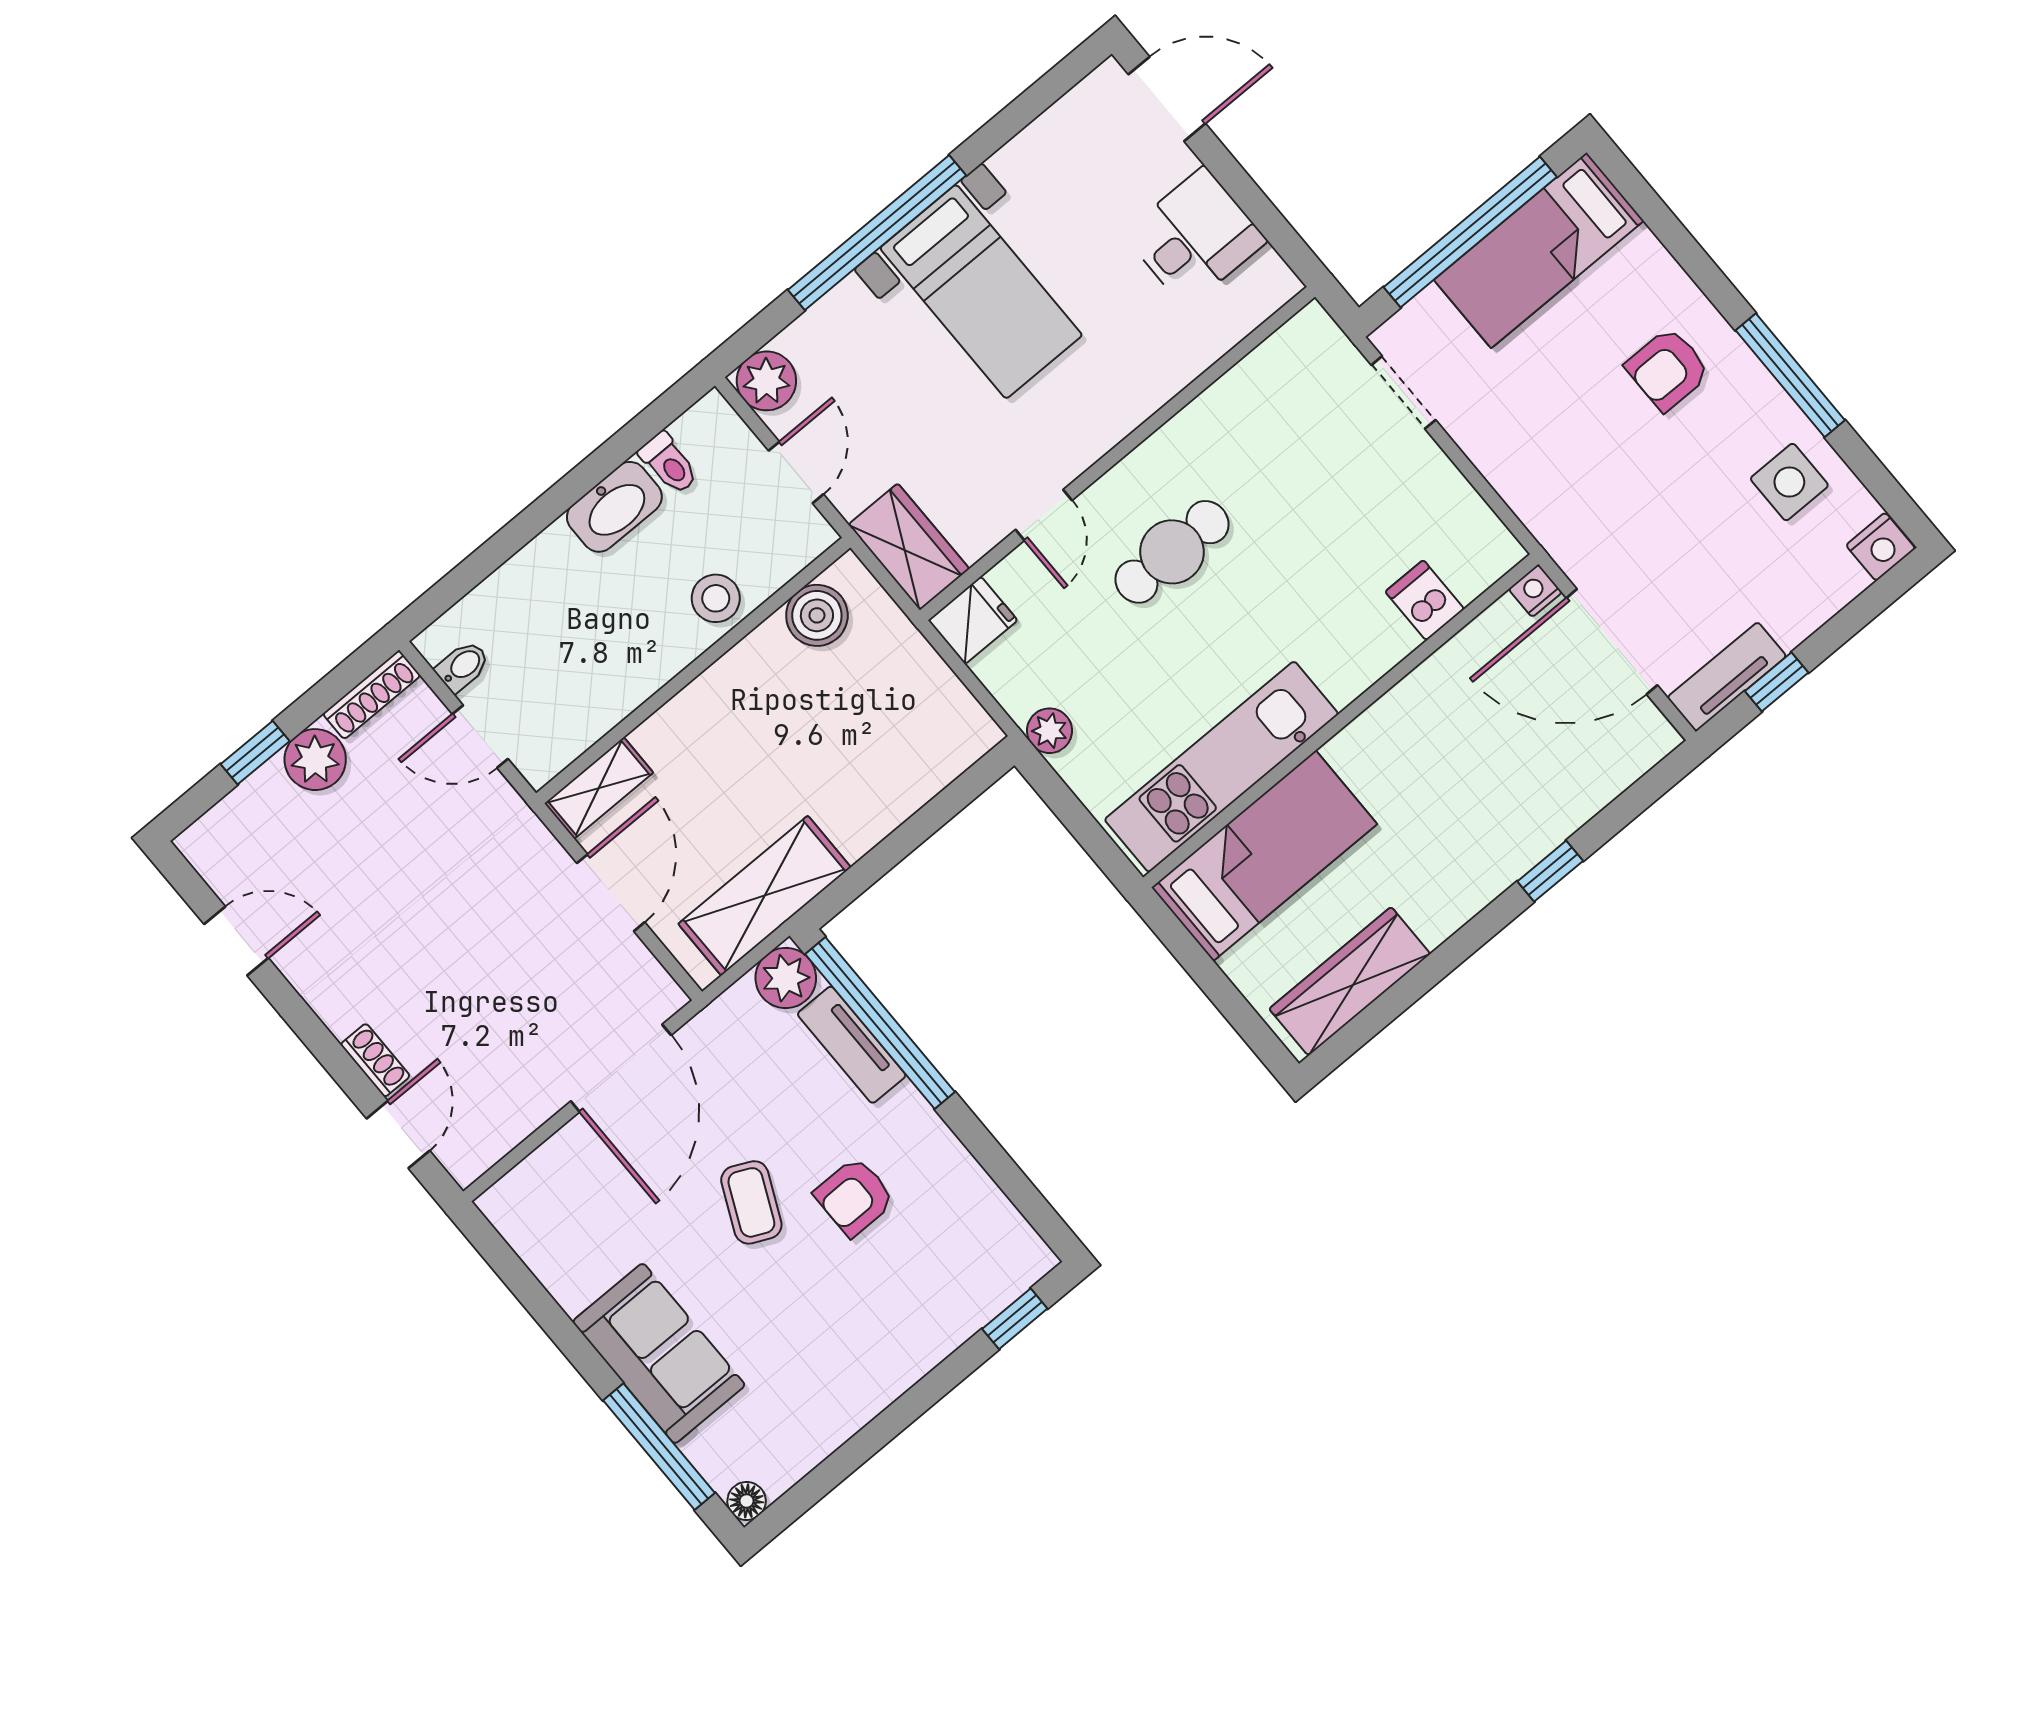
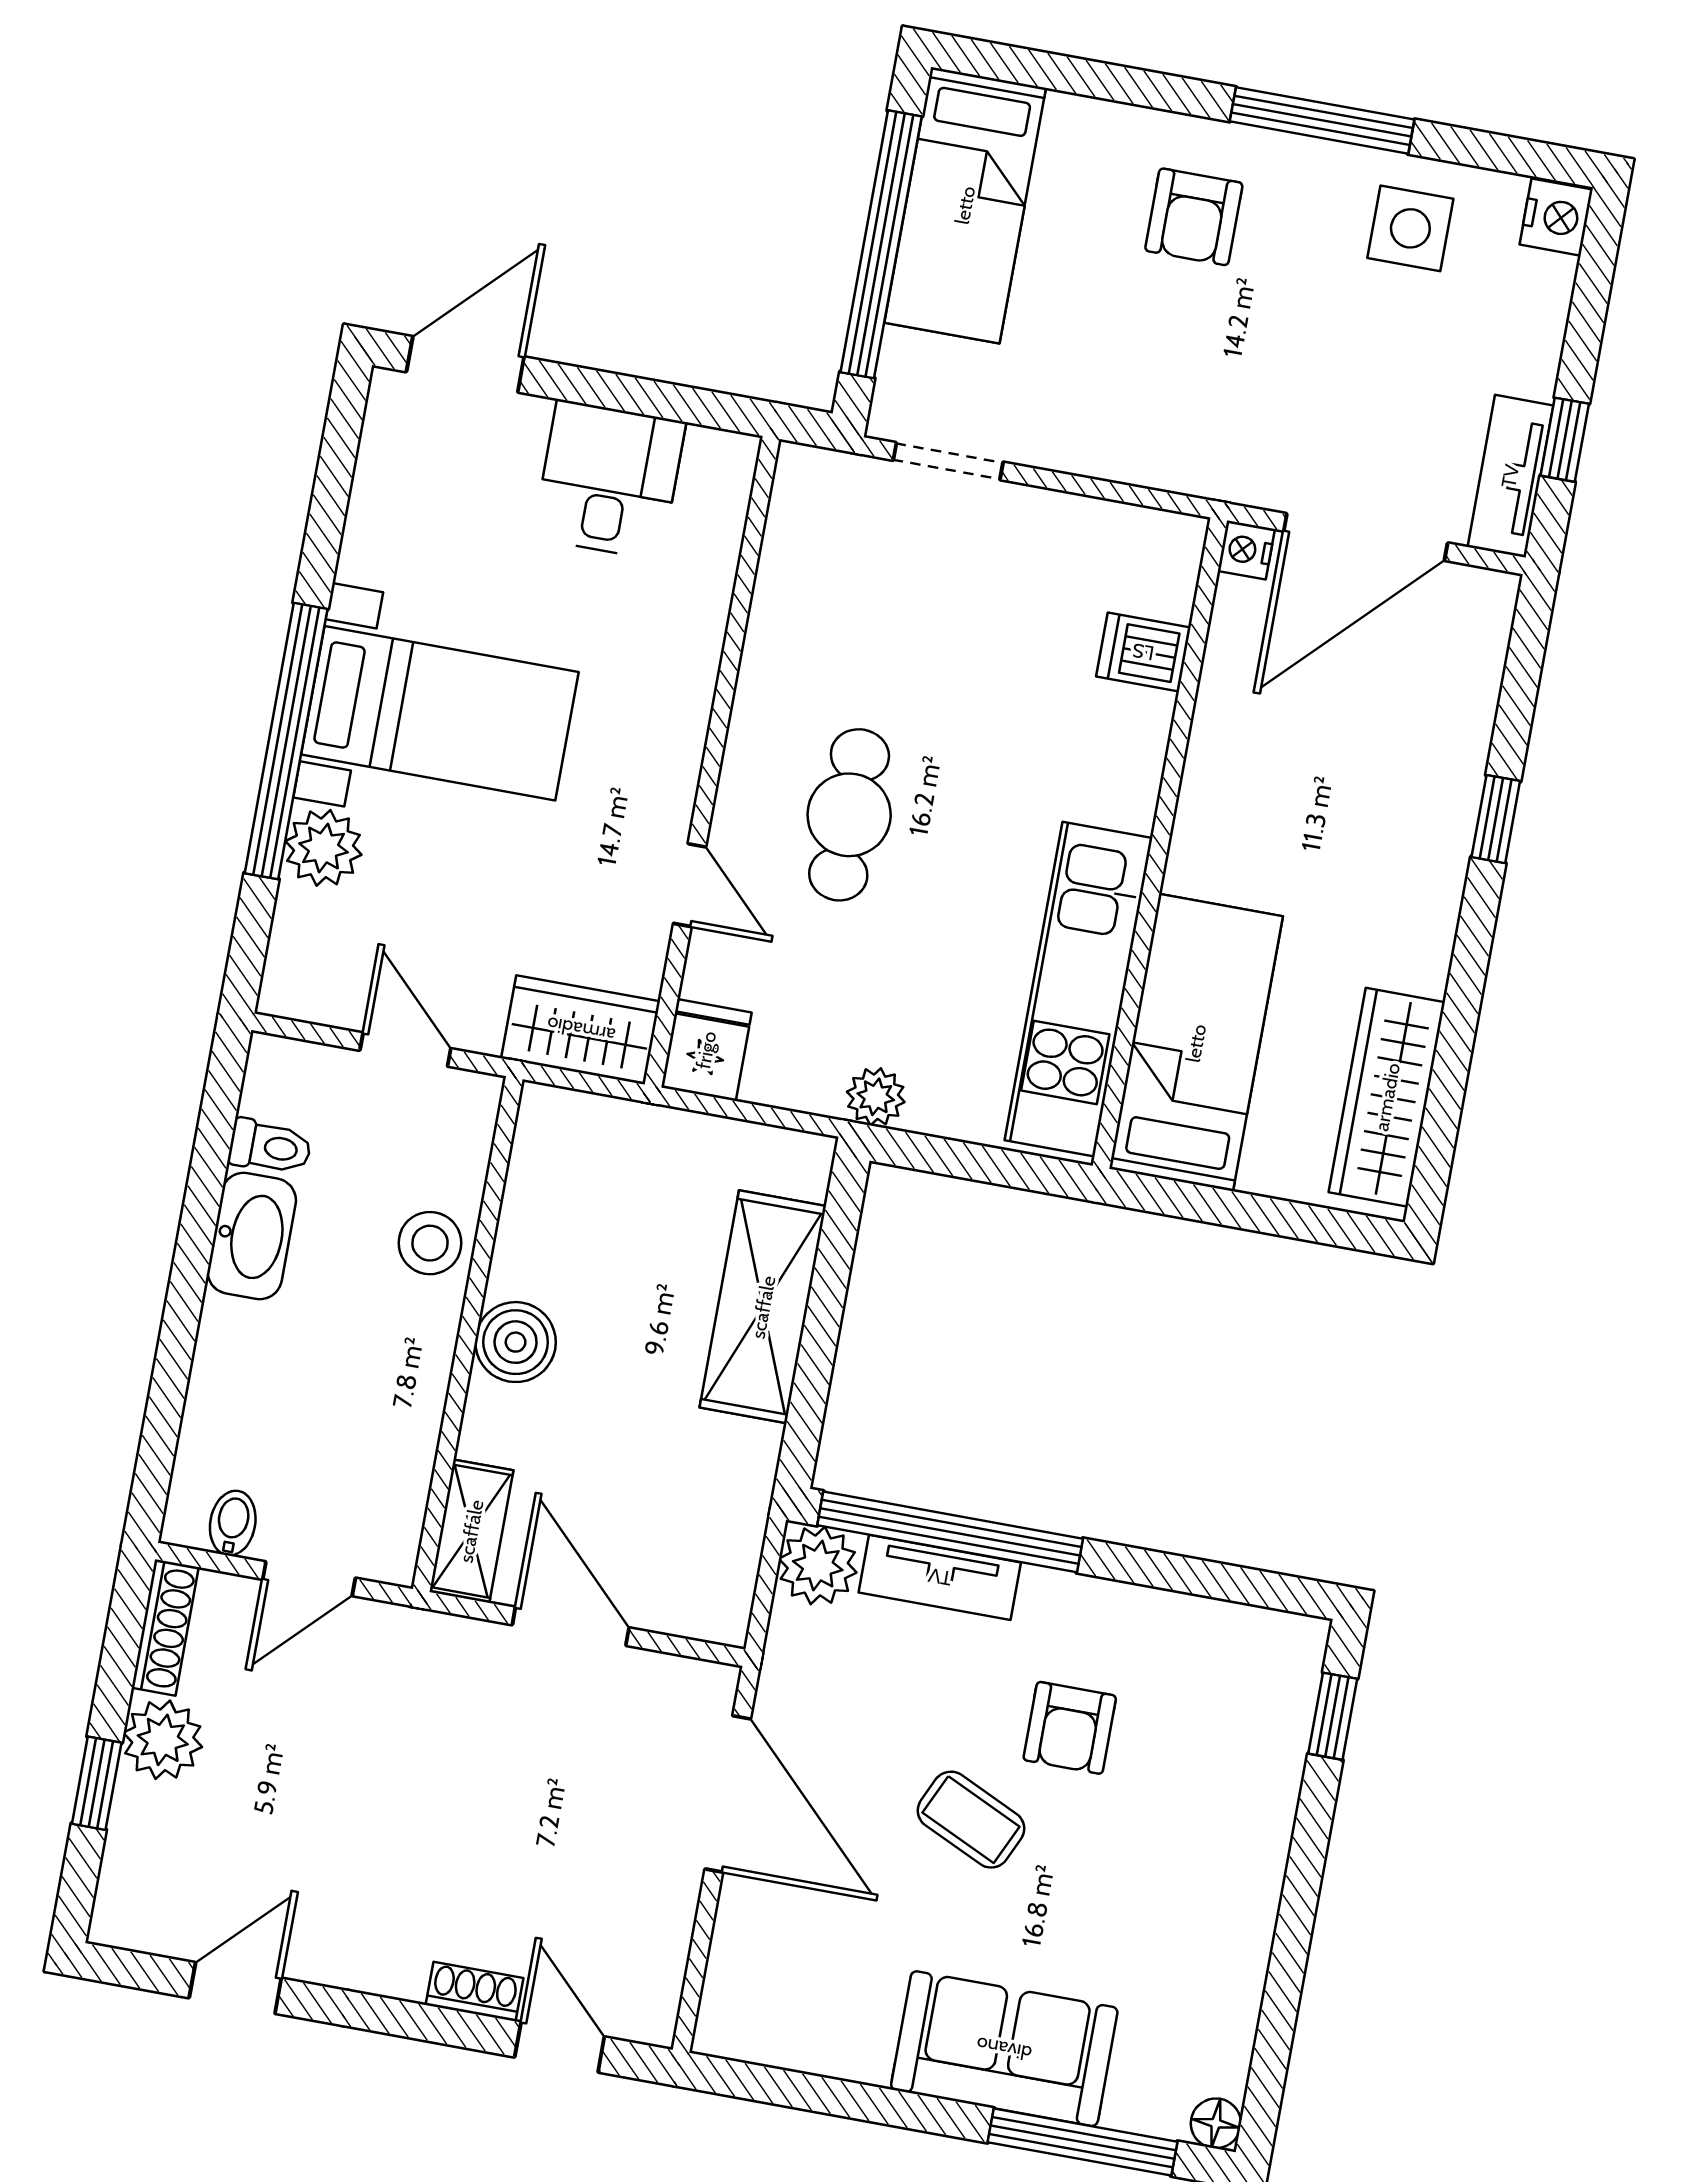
plant: (766, 381) -> (323, 848), moved
boiler: (817, 615) -> (516, 1342), moved
shelving: (765, 896) -> (763, 1307), moved

